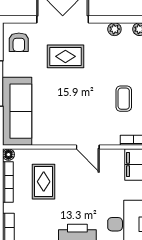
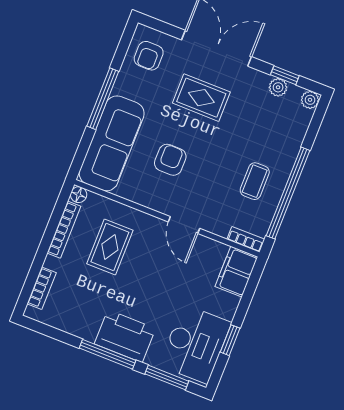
window: (116, 19) -> (285, 75), added
armchair: (61, 107) -> (170, 160), added

